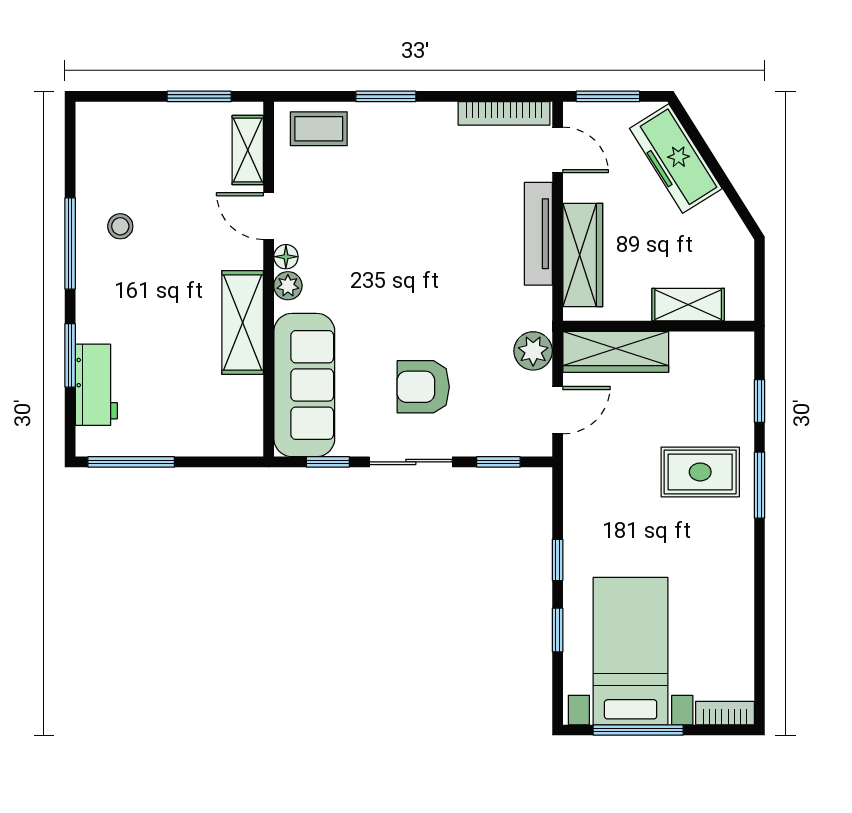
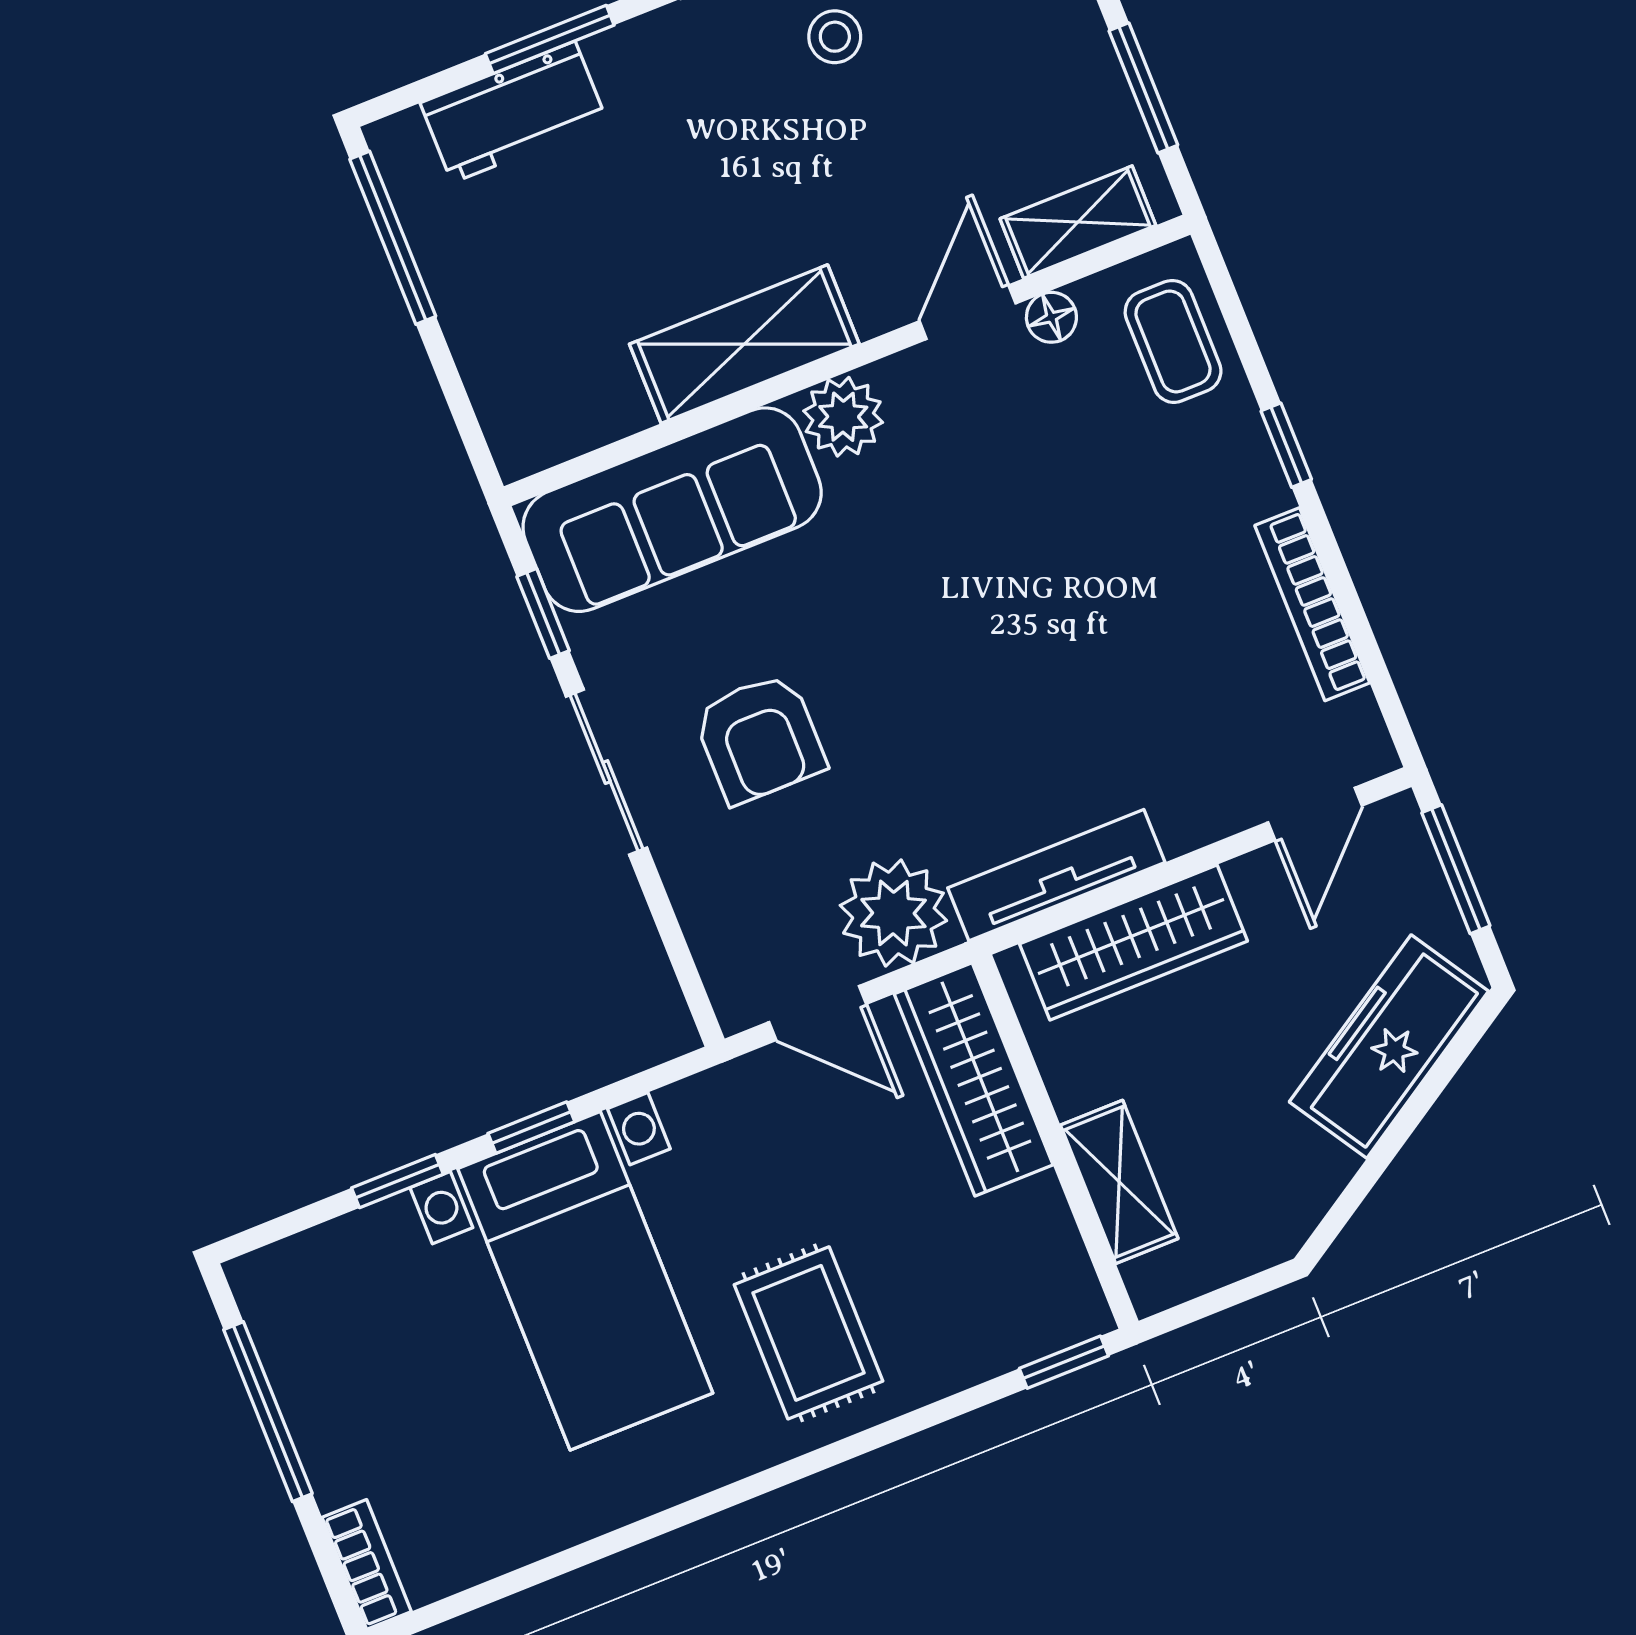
window: (386, 96) -> (1286, 445), width x0.67
bookcase: (504, 113) -> (1312, 604), moved
tv unit: (538, 234) -> (1056, 875), moved
floor lamp: (286, 257) -> (1051, 317), moved
plant: (288, 286) -> (843, 417), width x1.38, depth x1.38
plant: (533, 351) -> (893, 913), width x1.36, depth x1.36
armchair: (423, 387) -> (760, 738), turned 180
window: (759, 401) -> (1064, 1362), moved
window: (498, 462) -> (674, 940), removed
window: (759, 485) -> (829, 1456), removed
bed with nightstands: (631, 651) -> (585, 1281), moved, turned 90

